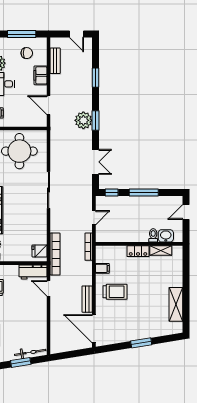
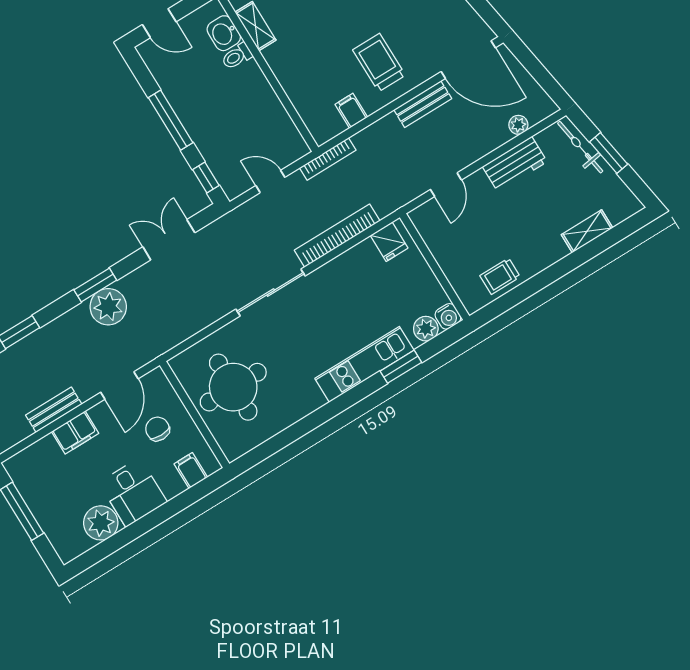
chair: (27, 53) -> (157, 429), moved
bench: (55, 61) -> (54, 410), moved
locker: (138, 251) -> (282, 66), removed
bookcase: (55, 254) -> (337, 236), moved
workbench: (33, 272) -> (515, 164), moved, turned 90
door: (94, 329) -> (468, 60), hinge flipped
plant: (55, 333) -> (518, 125), added

